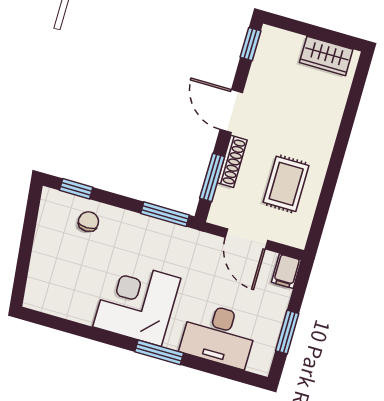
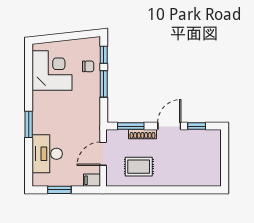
window: (250, 44) -> (197, 126), moved
wardrobe: (326, 56) -> (214, 168), removed
window: (165, 214) -> (104, 84), moved
corner desk: (137, 303) -> (52, 71), moved

